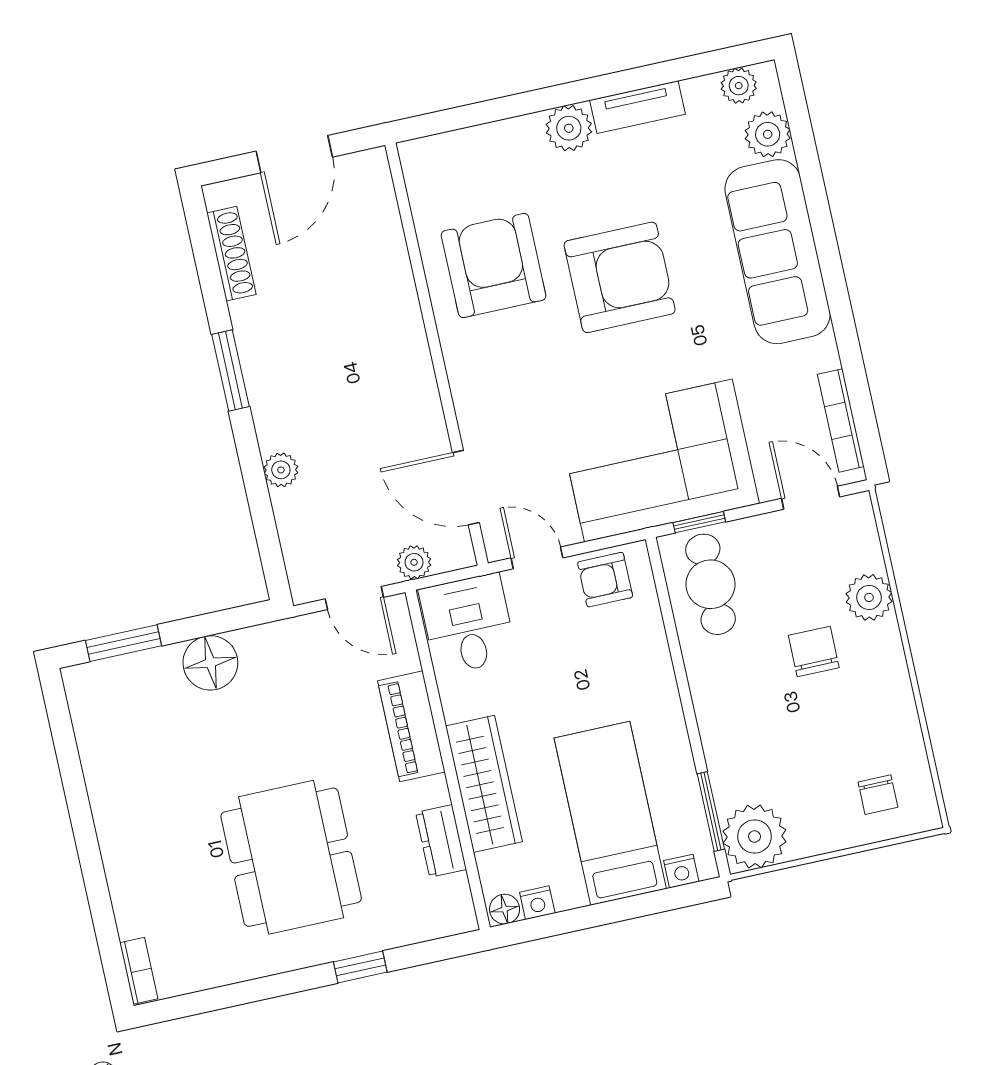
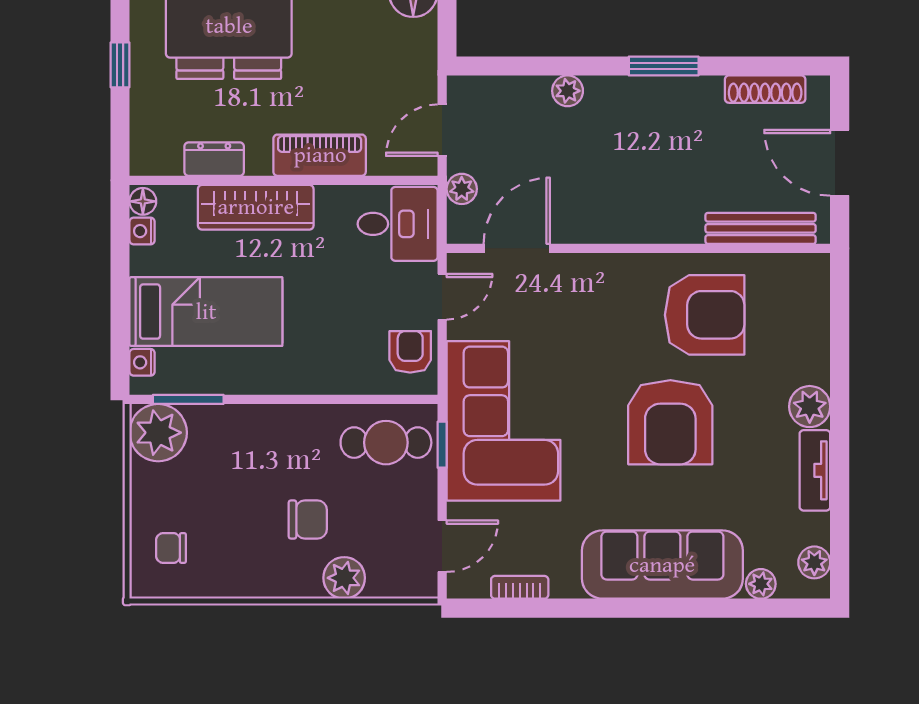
plant: (768, 134) -> (761, 584), width x0.73, depth x0.73
bench: (385, 225) -> (761, 228), added
bookcase: (841, 420) -> (520, 587), width x0.64

